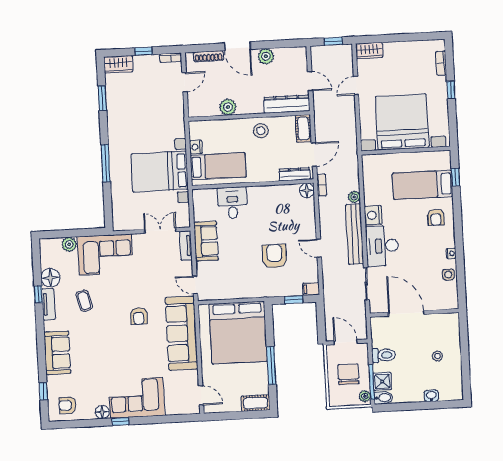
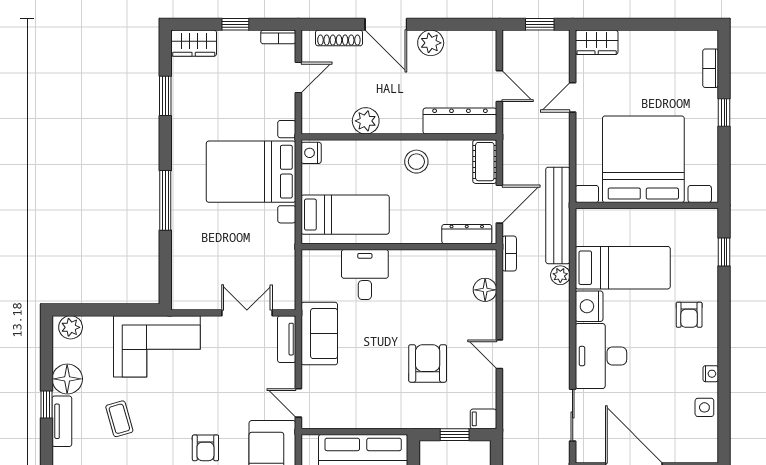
nightstand: (196, 147) -> (311, 153), moved
bed with nightstands: (160, 172) -> (251, 172), moved
bed: (423, 185) -> (623, 268), moved, turned 180
floor lamp: (307, 190) -> (485, 290), moved
bench: (355, 234) -> (558, 215), moved
plant: (69, 244) -> (71, 327), moved

